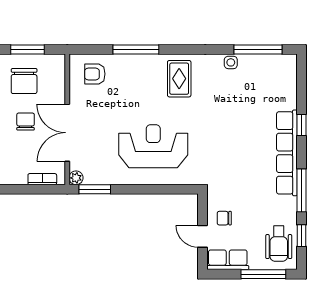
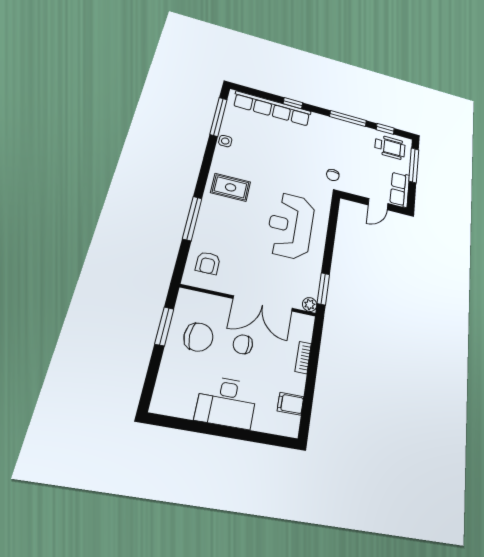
row of seats: (287, 153) -> (272, 109), moved
bookcase: (42, 179) -> (303, 358), moved
chair: (224, 218) -> (333, 175), moved

